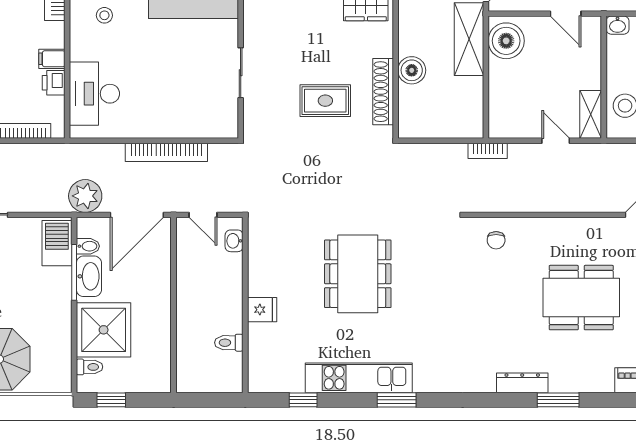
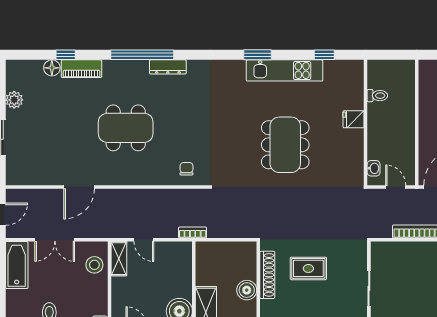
window: (558, 400) -> (142, 55), width x2.11

